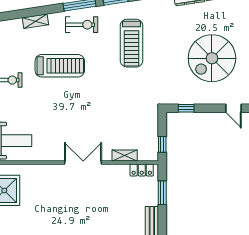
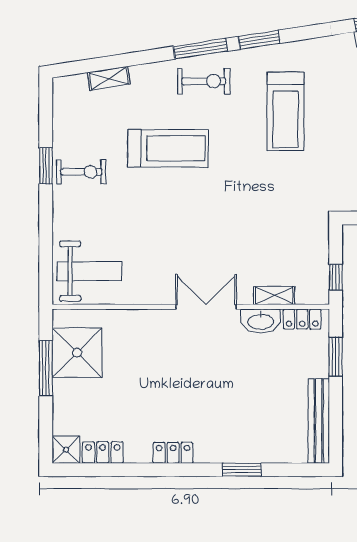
shelving: (35, 21) -> (109, 78), moved
washbasin: (116, 171) -> (261, 321), added

